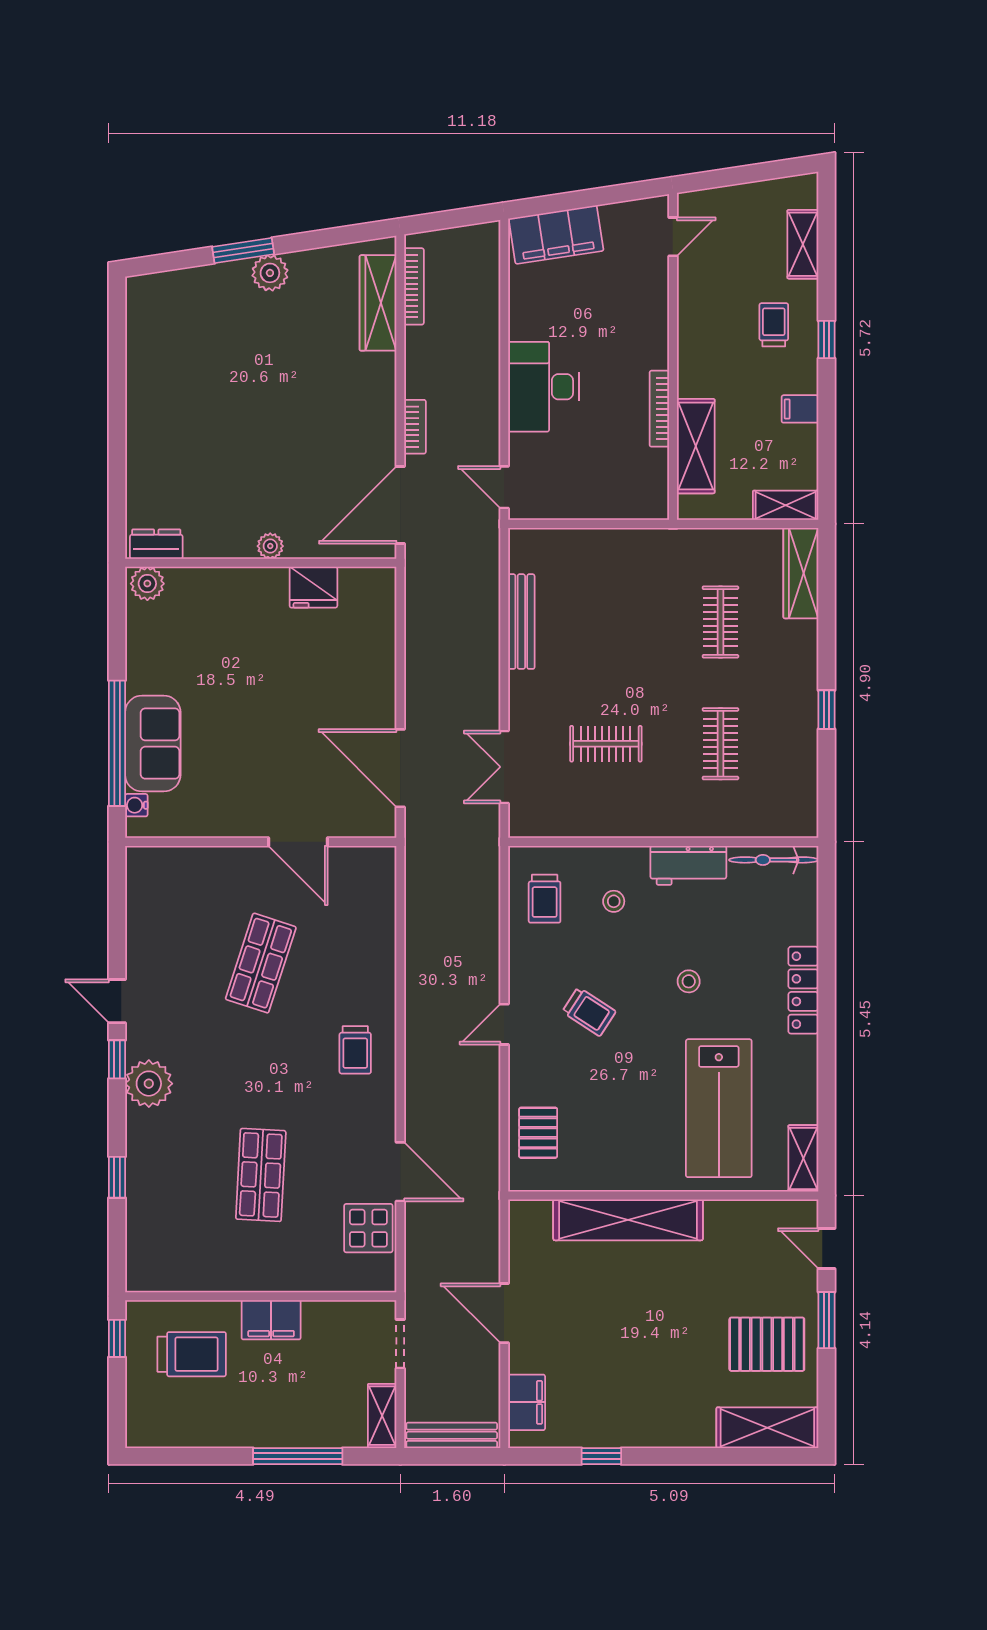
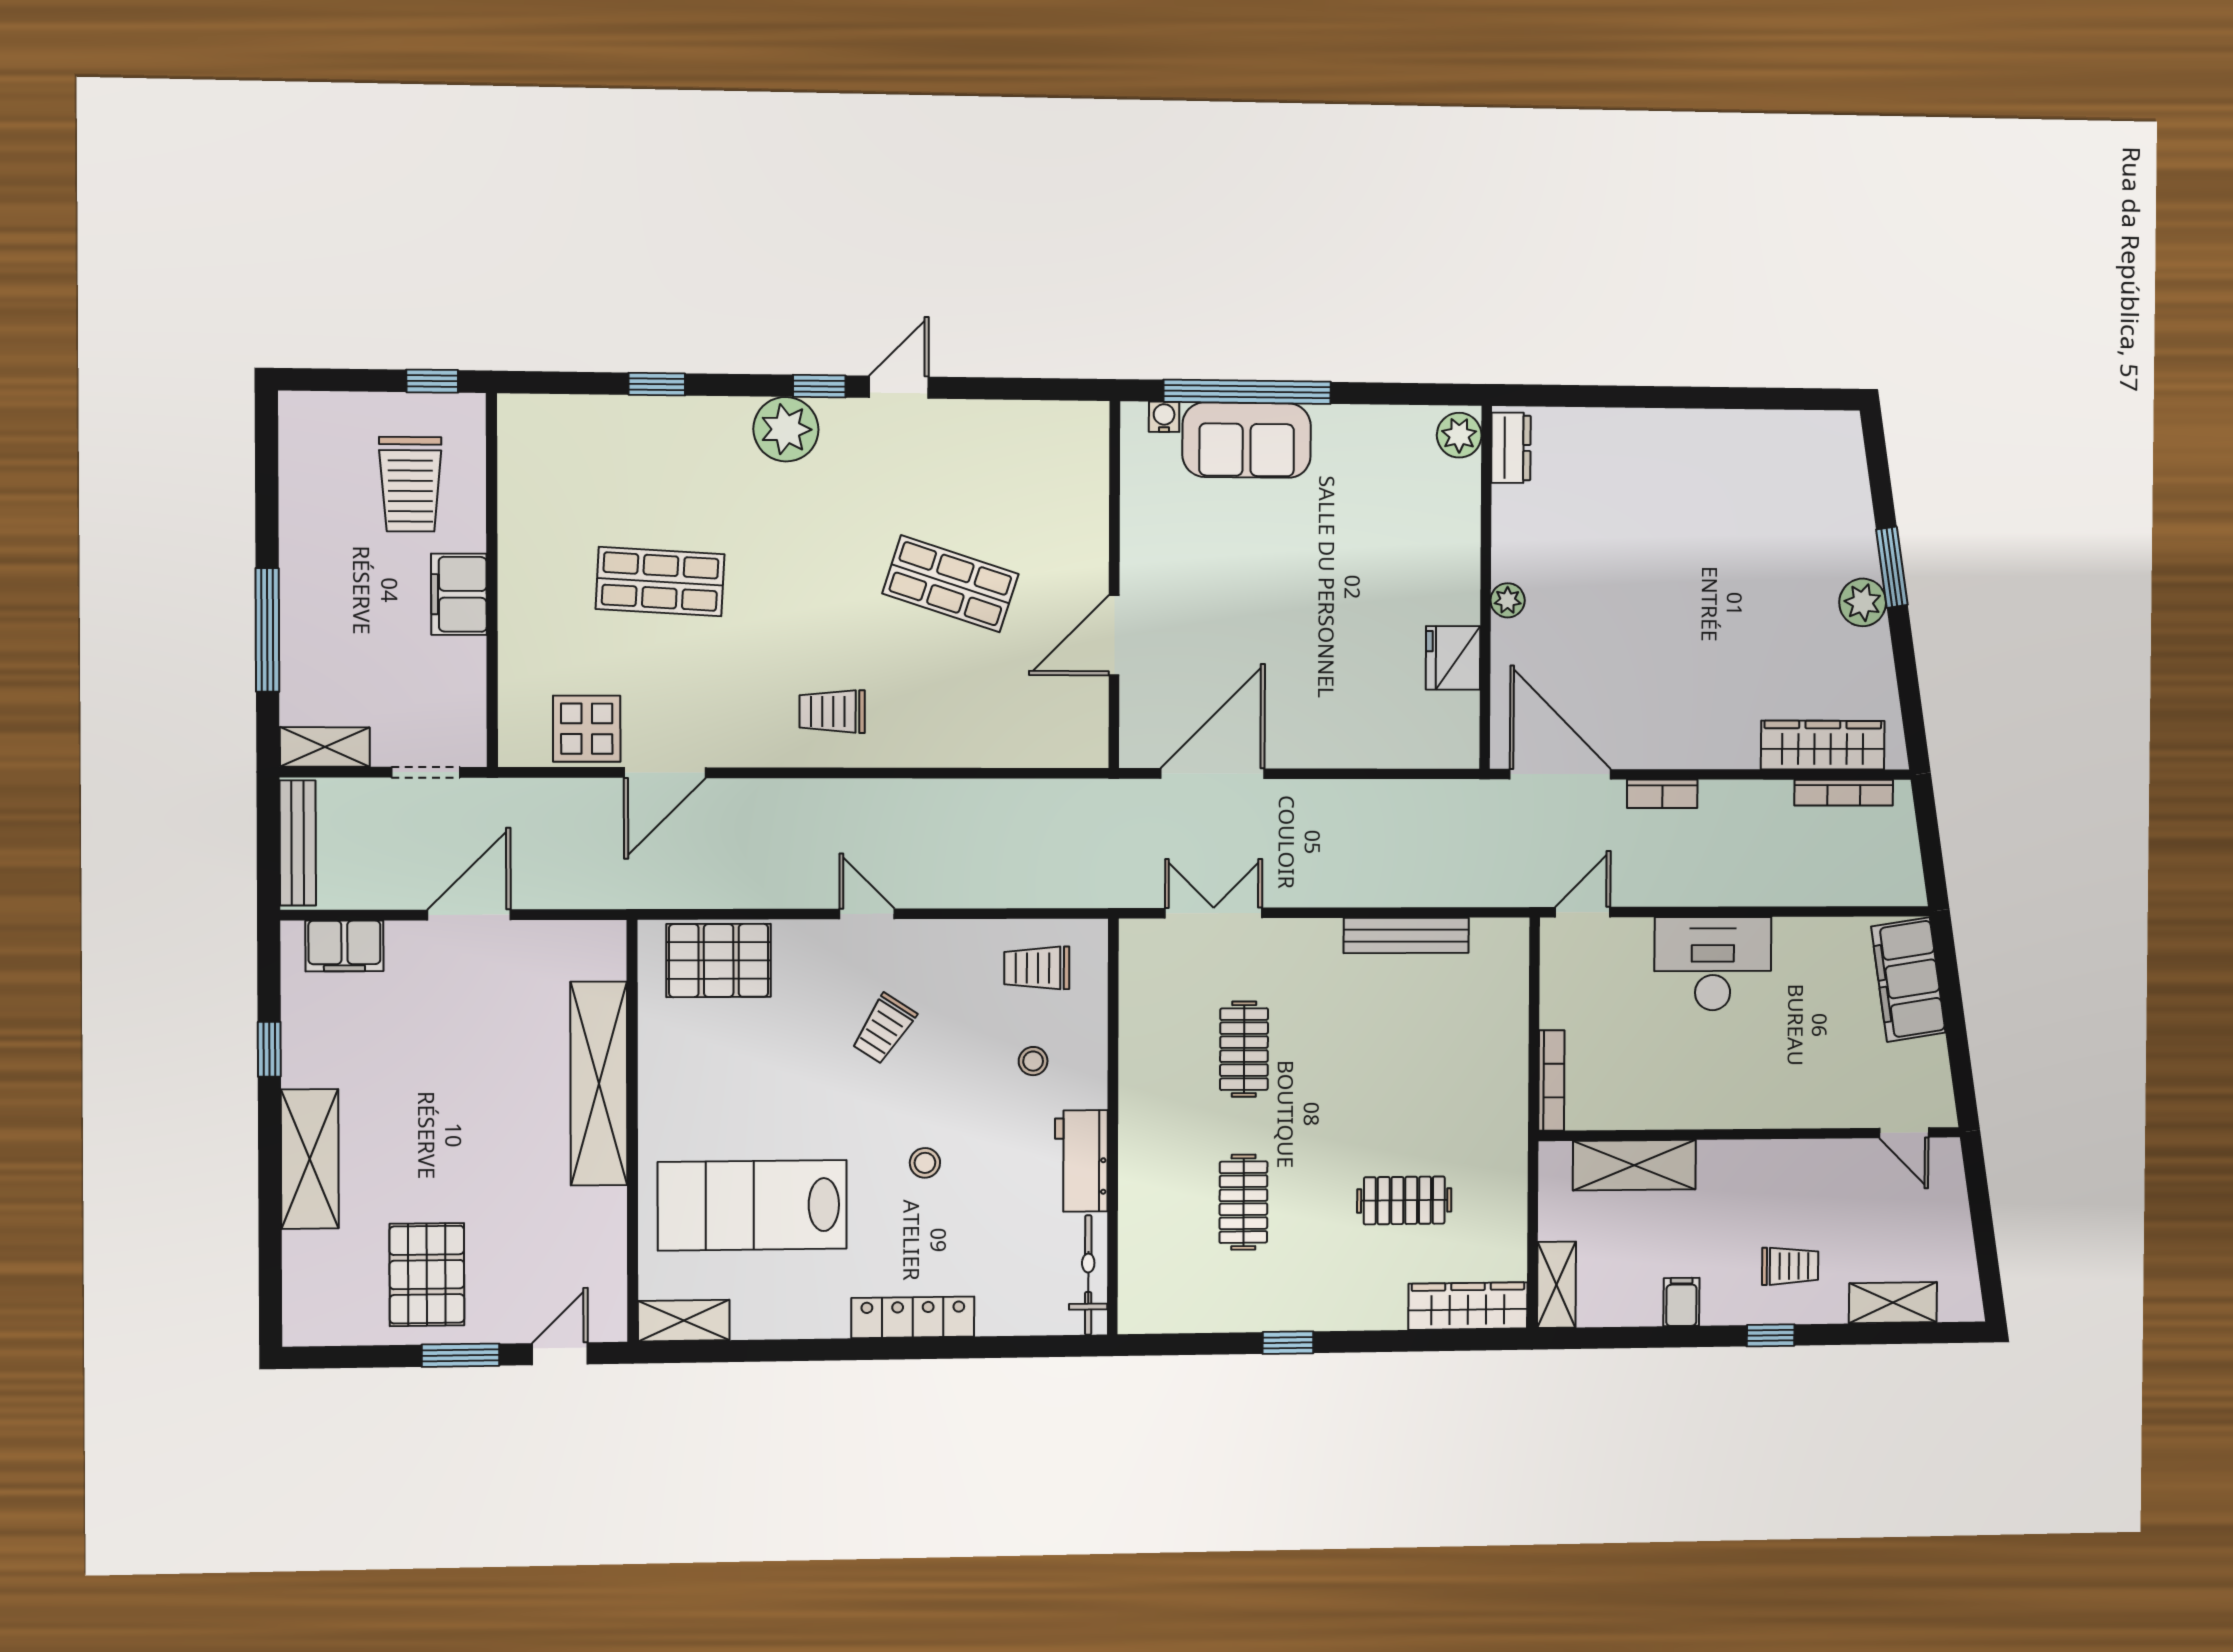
bookcase: (659, 409) -> (1551, 1080), moved, turned 90
clothes rail: (720, 744) -> (1243, 1202), turned 90
pallet: (538, 1133) -> (719, 960), width x1.50, depth x1.42
shelving: (767, 1428) -> (310, 1159), moved

